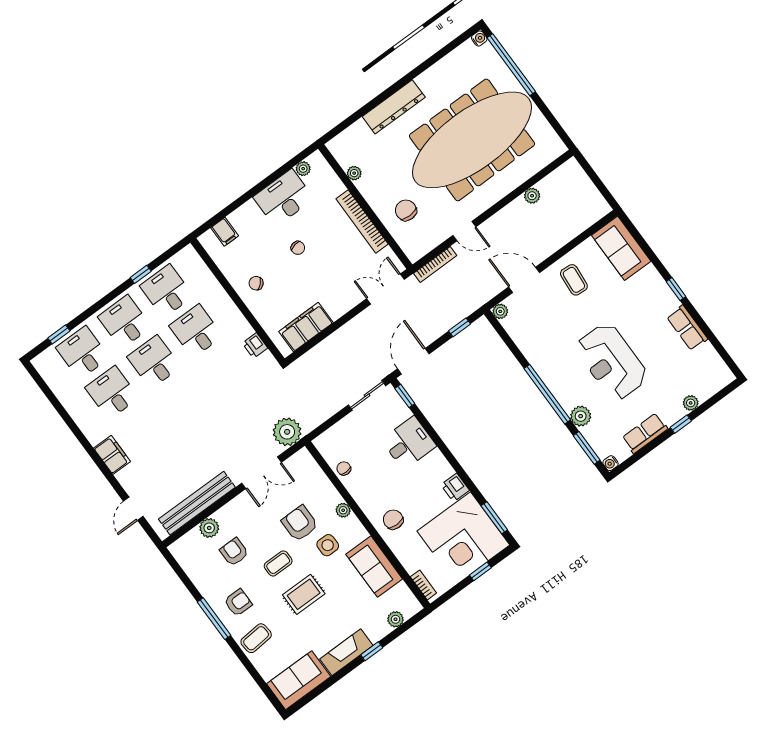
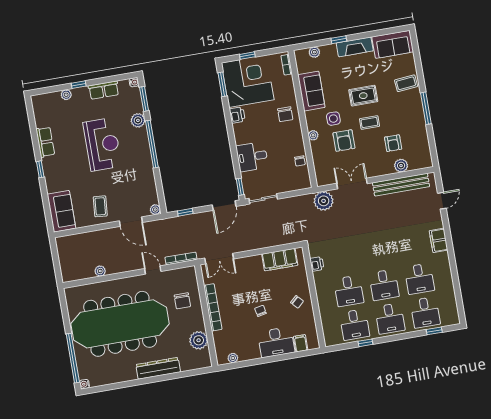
plant: (354, 173) -> (199, 340), width x1.88, depth x1.88
desk: (283, 198) -> (276, 342), moved
armchair: (238, 603) -> (406, 111), removed

